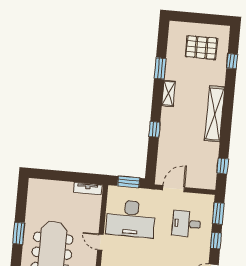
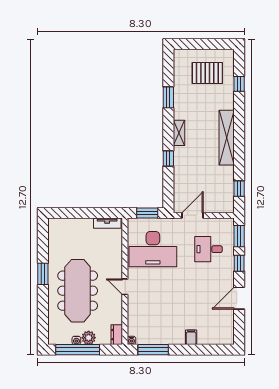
shelving: (169, 93) -> (179, 133), moved
door: (100, 242) -> (125, 287), moved

